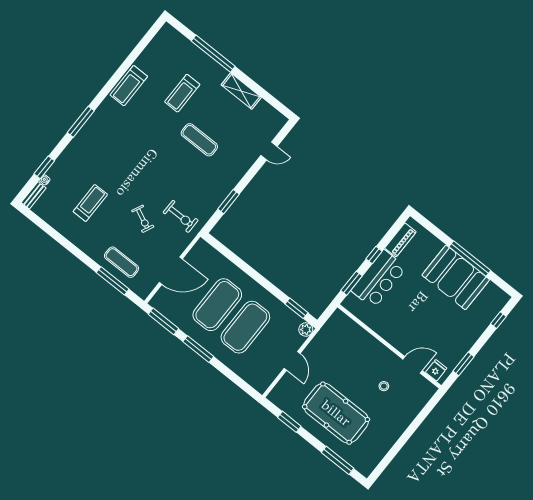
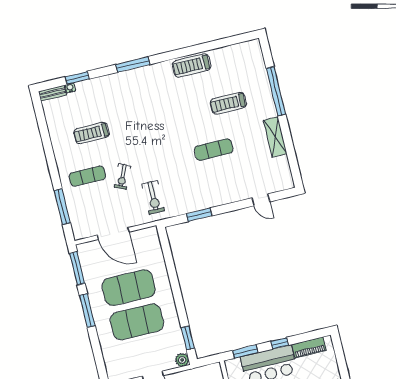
exercise mat: (199, 140) -> (214, 150), turned 90
treadmill: (90, 203) -> (92, 133), turned 180
exercise mat: (122, 262) -> (87, 176), moved, turned 90

